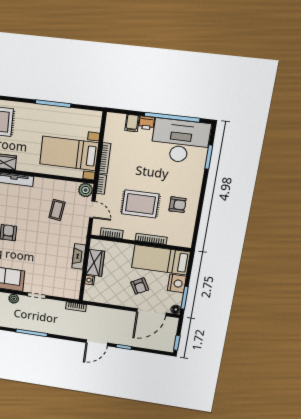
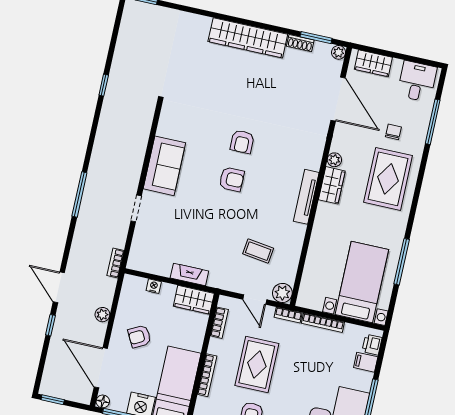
printer: (147, 123) -> (372, 345), moved
bed with nightstands: (69, 153) -> (362, 282), moved
door: (92, 209) -> (255, 299), hinge flipped
wardrobe: (95, 263) -> (194, 300), moved
armchair: (140, 286) -> (139, 336), moved
plant: (14, 299) -> (102, 315), moved

